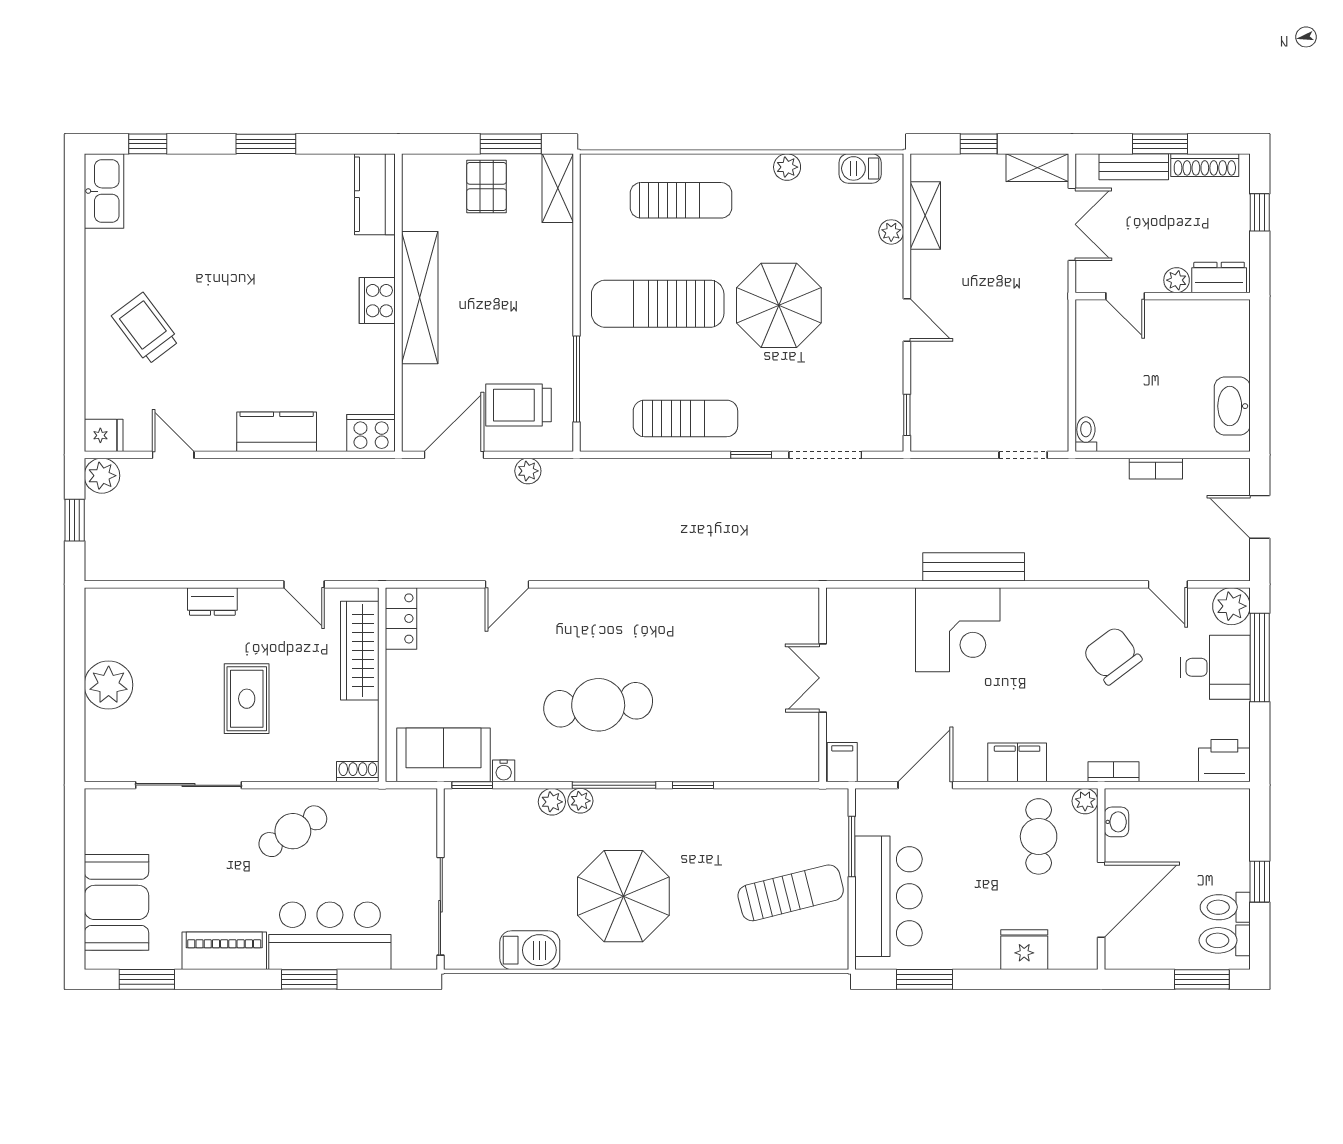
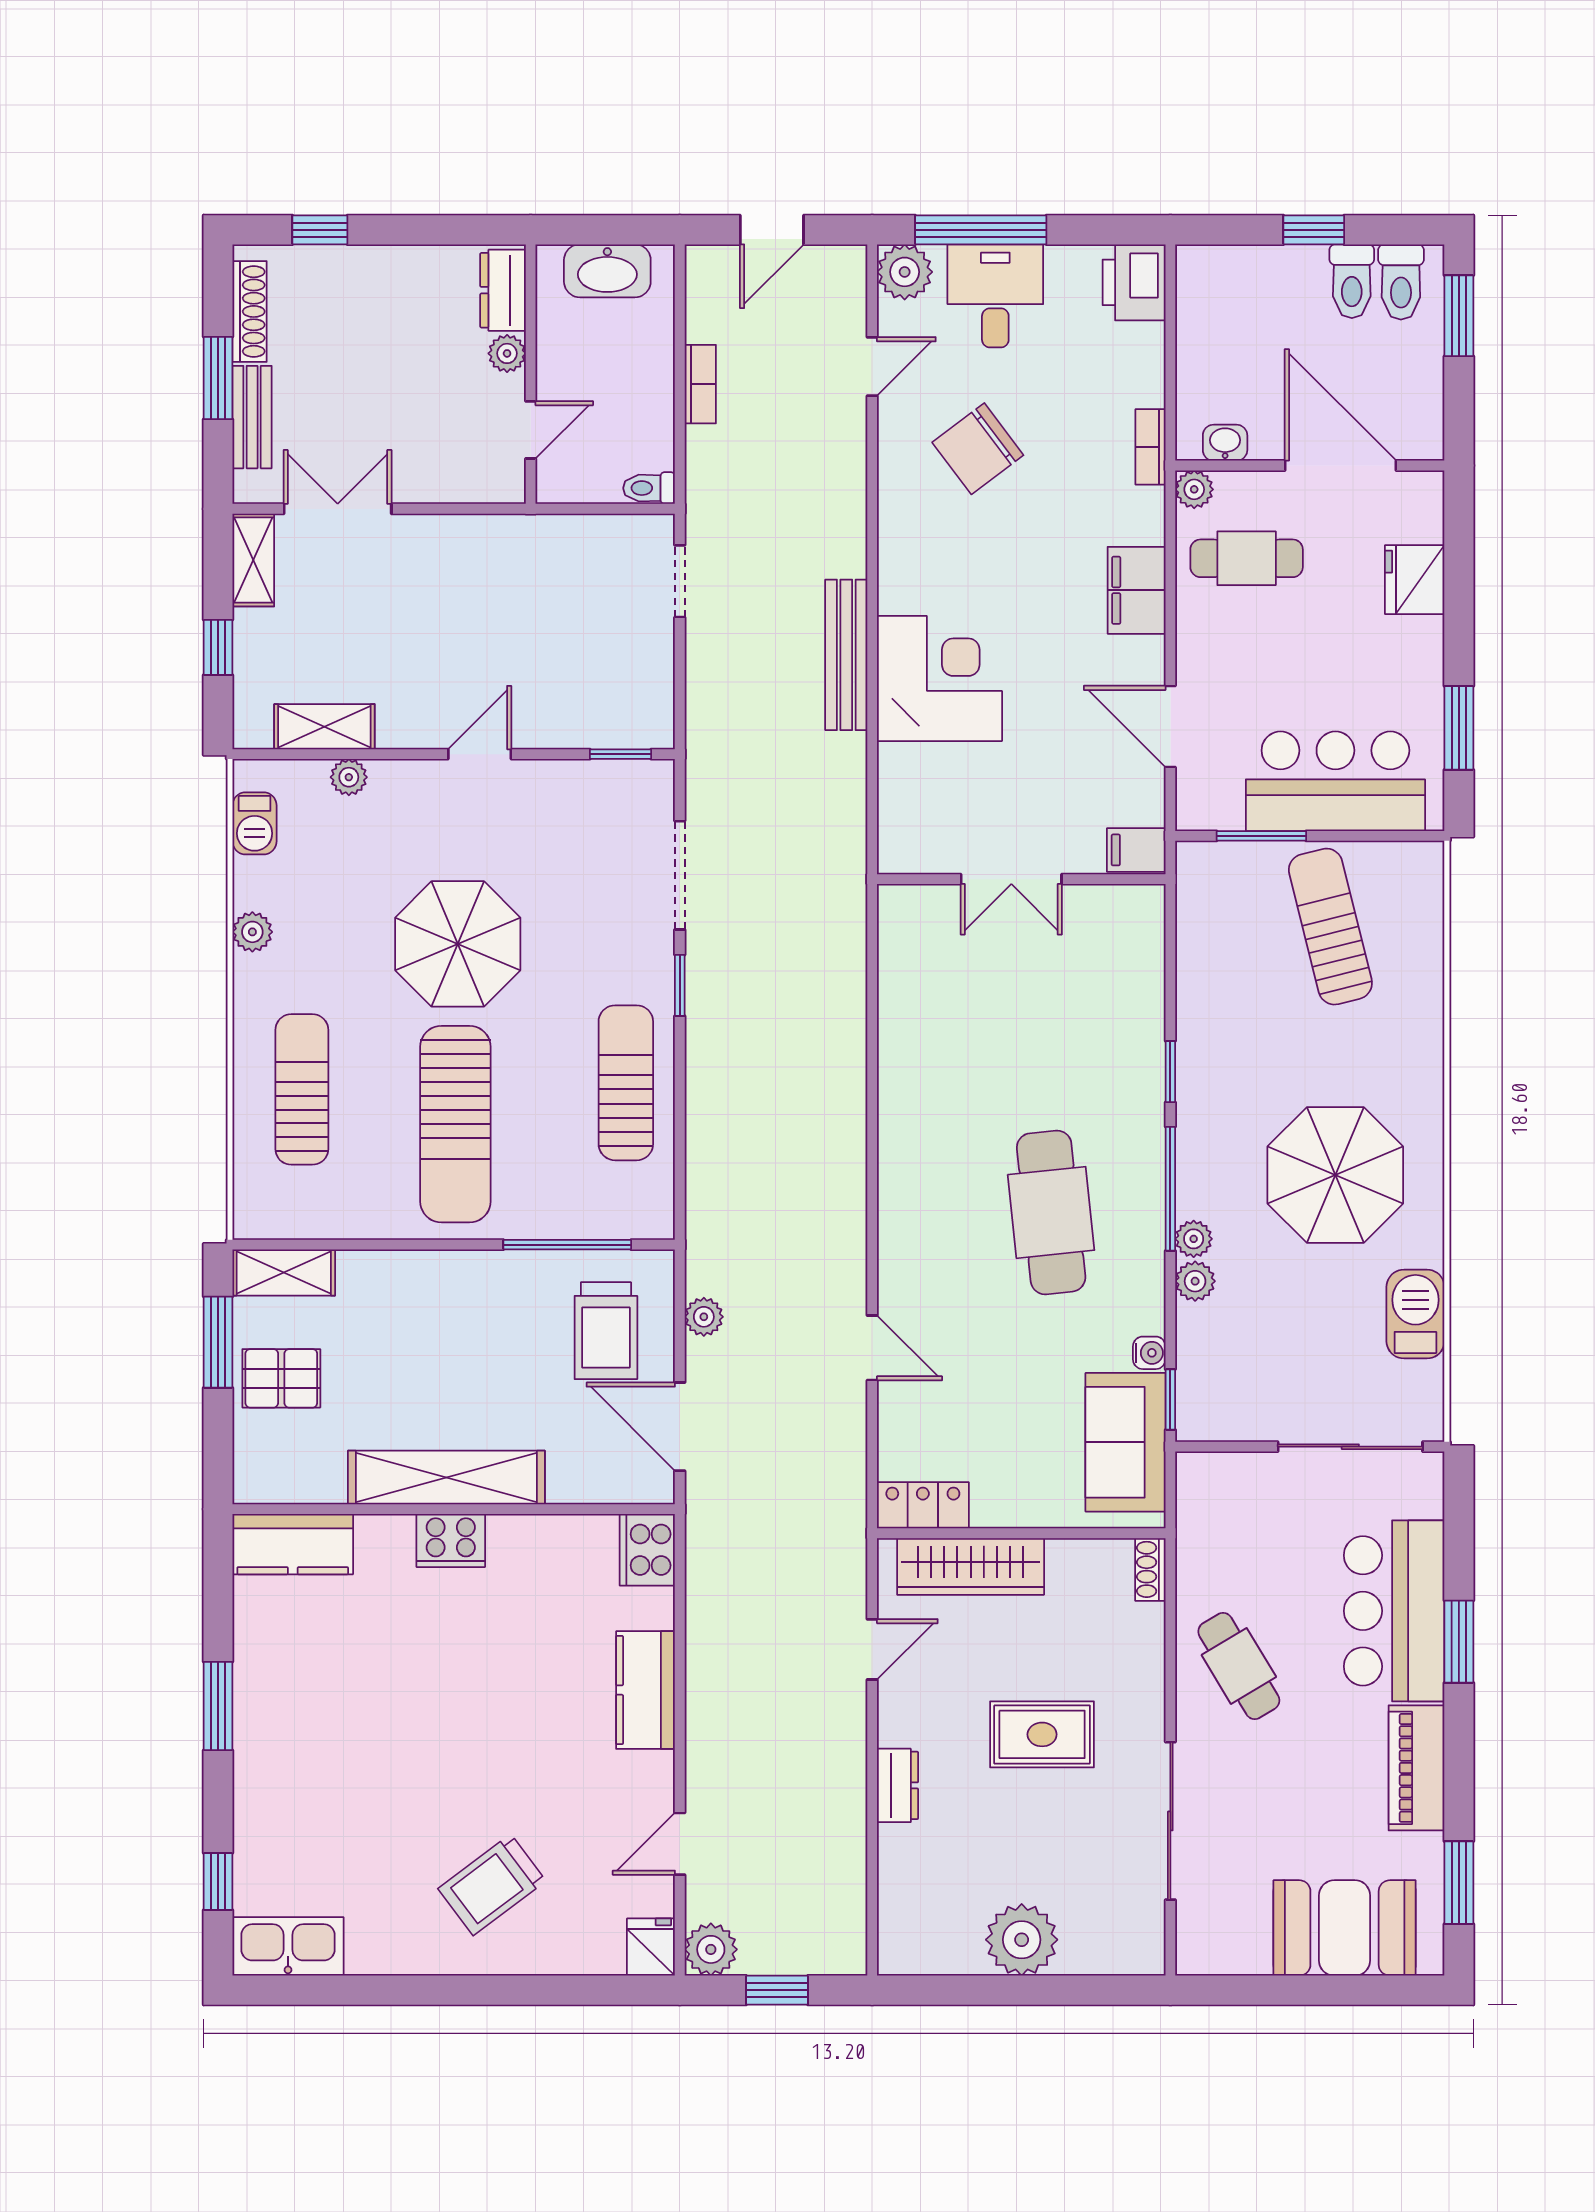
dresser: (1219, 277) -> (503, 290), moved
plant: (1177, 280) -> (507, 353), moved
door: (1125, 296) -> (531, 430), moved
wall: (1163, 296) -> (531, 374), moved

